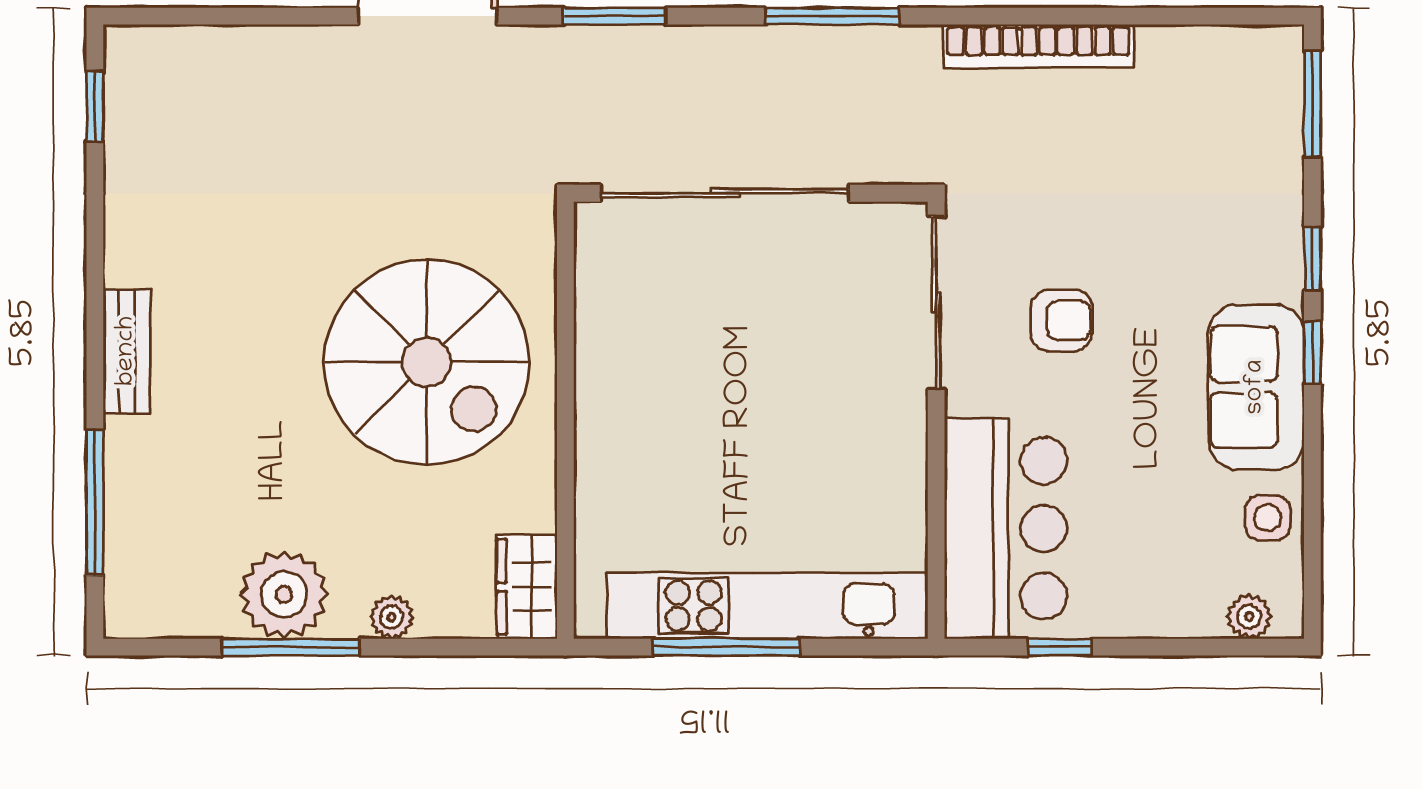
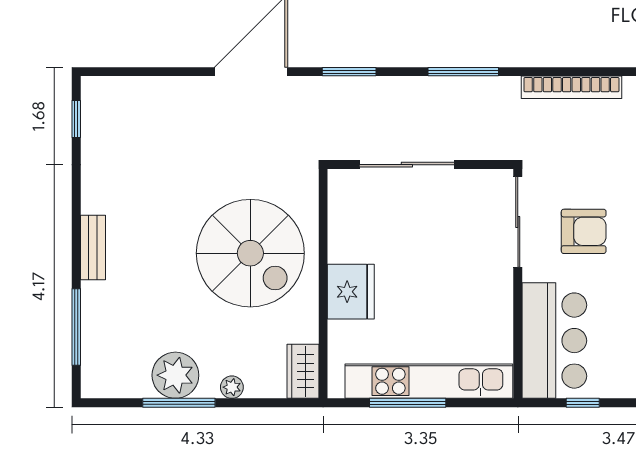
sliding door: (725, 193) -> (407, 165), width x0.73
armchair: (1062, 320) -> (584, 231), width x1.38, depth x1.38
fridge: (618, 435) -> (351, 292), added

